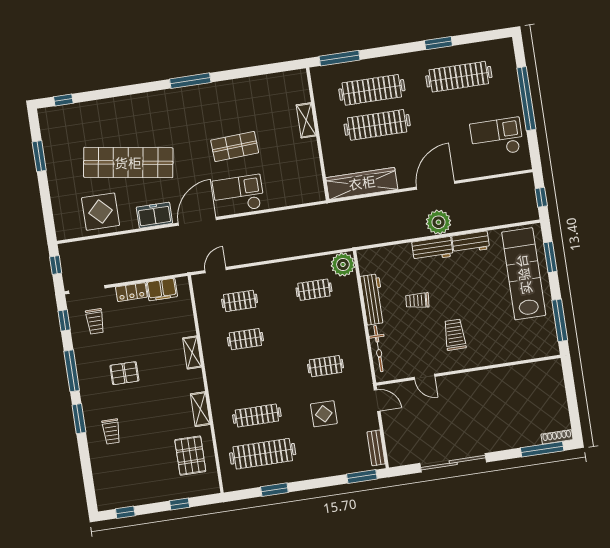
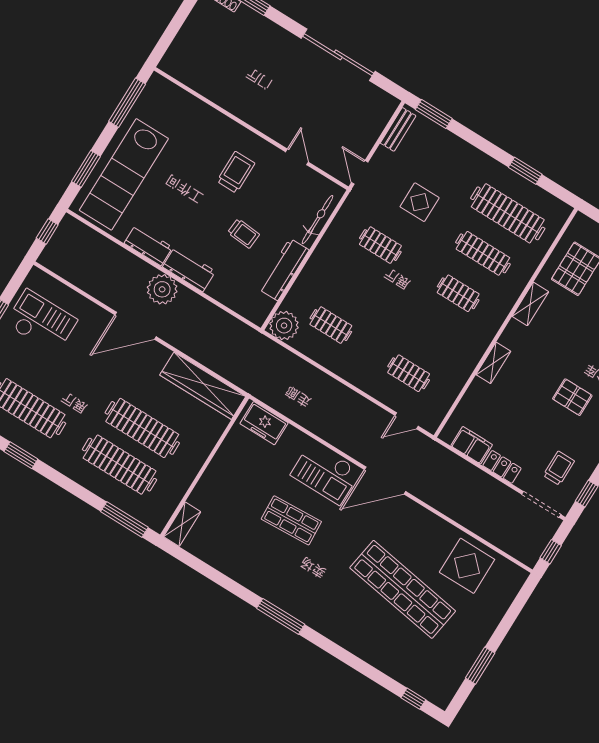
shelving: (306, 120) -> (182, 524), moved
checkout: (497, 138) -> (41, 322), turned 180
freezer: (154, 215) -> (264, 423), moved
trolley: (455, 335) -> (236, 172), turned 180
clothes rail: (245, 339) -> (458, 293), moved

